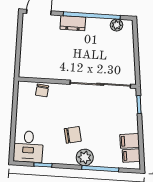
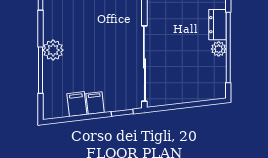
plant: (117, 25) -> (219, 49), moved
chair: (73, 135) -> (80, 34), removed
filing cabinet: (131, 156) -> (95, 103), moved

